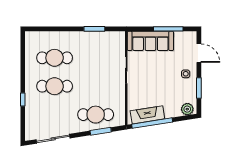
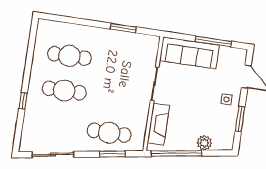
plant: (187, 109) -> (204, 143), moved
fireplace: (147, 115) -> (158, 124), moved, turned 99

